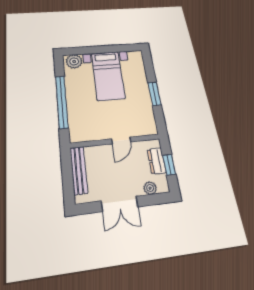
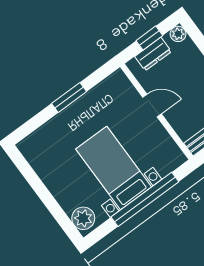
bed with nightstands: (108, 76) -> (114, 168), moved, turned -90
plant: (150, 188) -> (178, 34), moved

